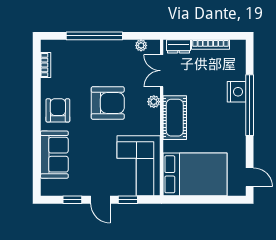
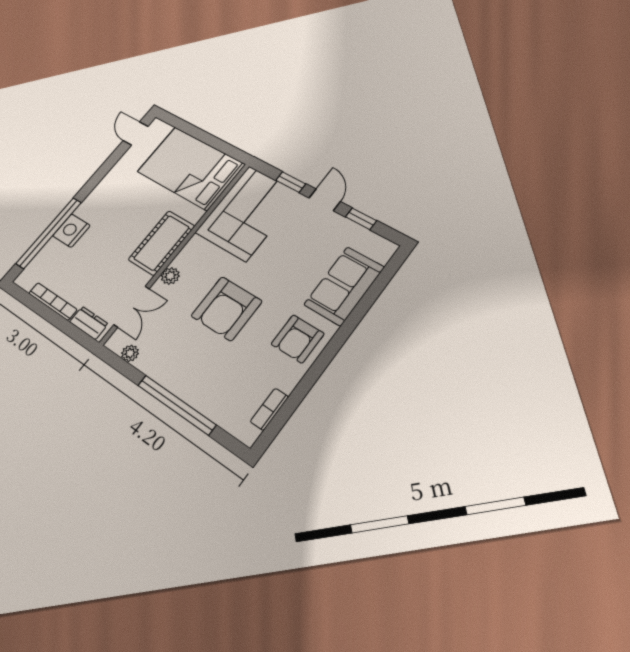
armchair: (108, 103) -> (226, 309), turned -90
window: (250, 105) -> (49, 233), moved

